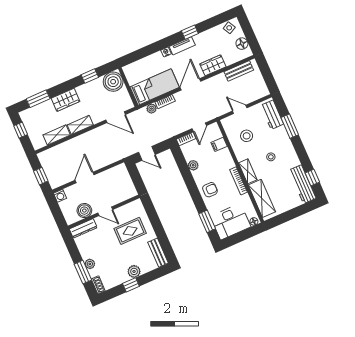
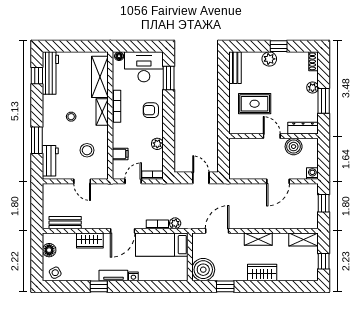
window: (38, 99) -> (291, 286), removed
door: (116, 117) -> (217, 231), hinge flipped
shelving: (57, 135) -> (304, 239), moved
window: (83, 272) -> (324, 101), moved

